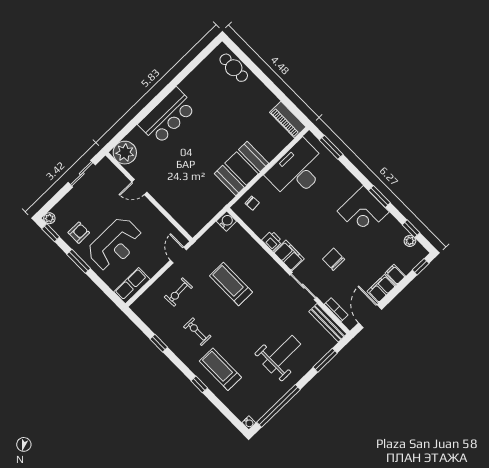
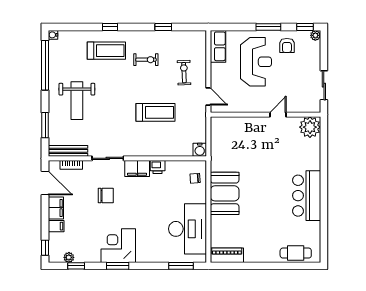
bar counter: (167, 116) -> (307, 196), moved
reception desk: (115, 244) -> (256, 62), turned 180

